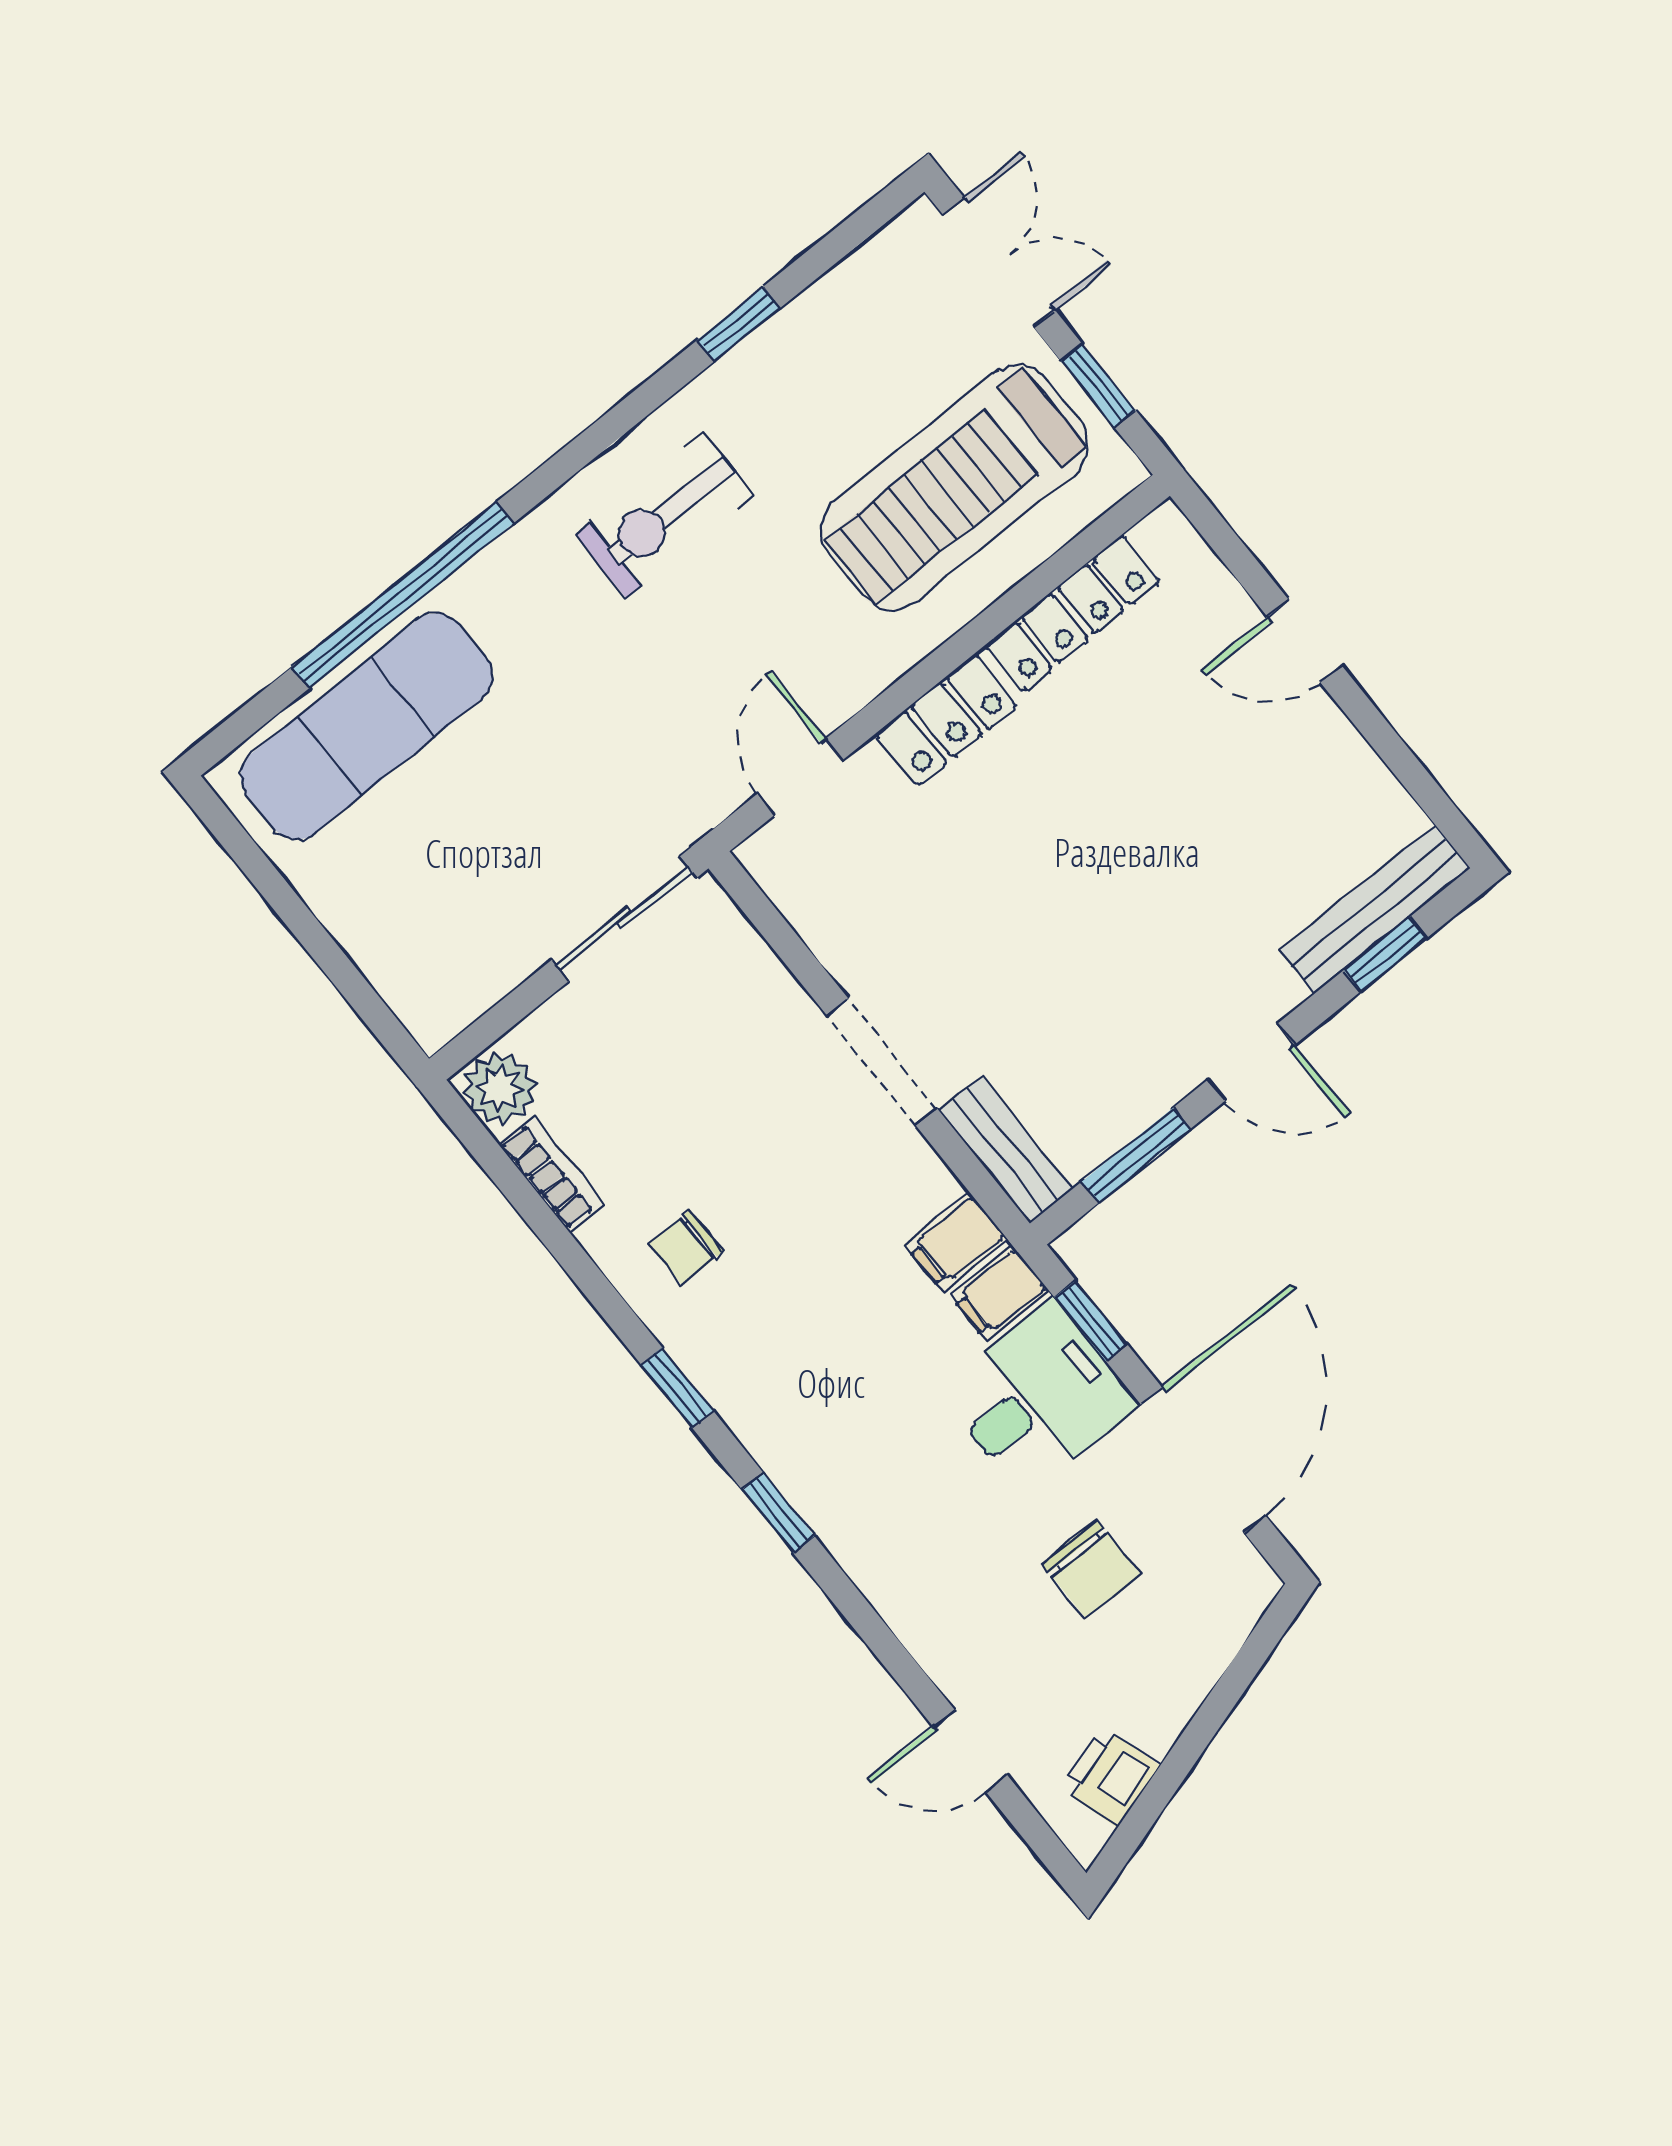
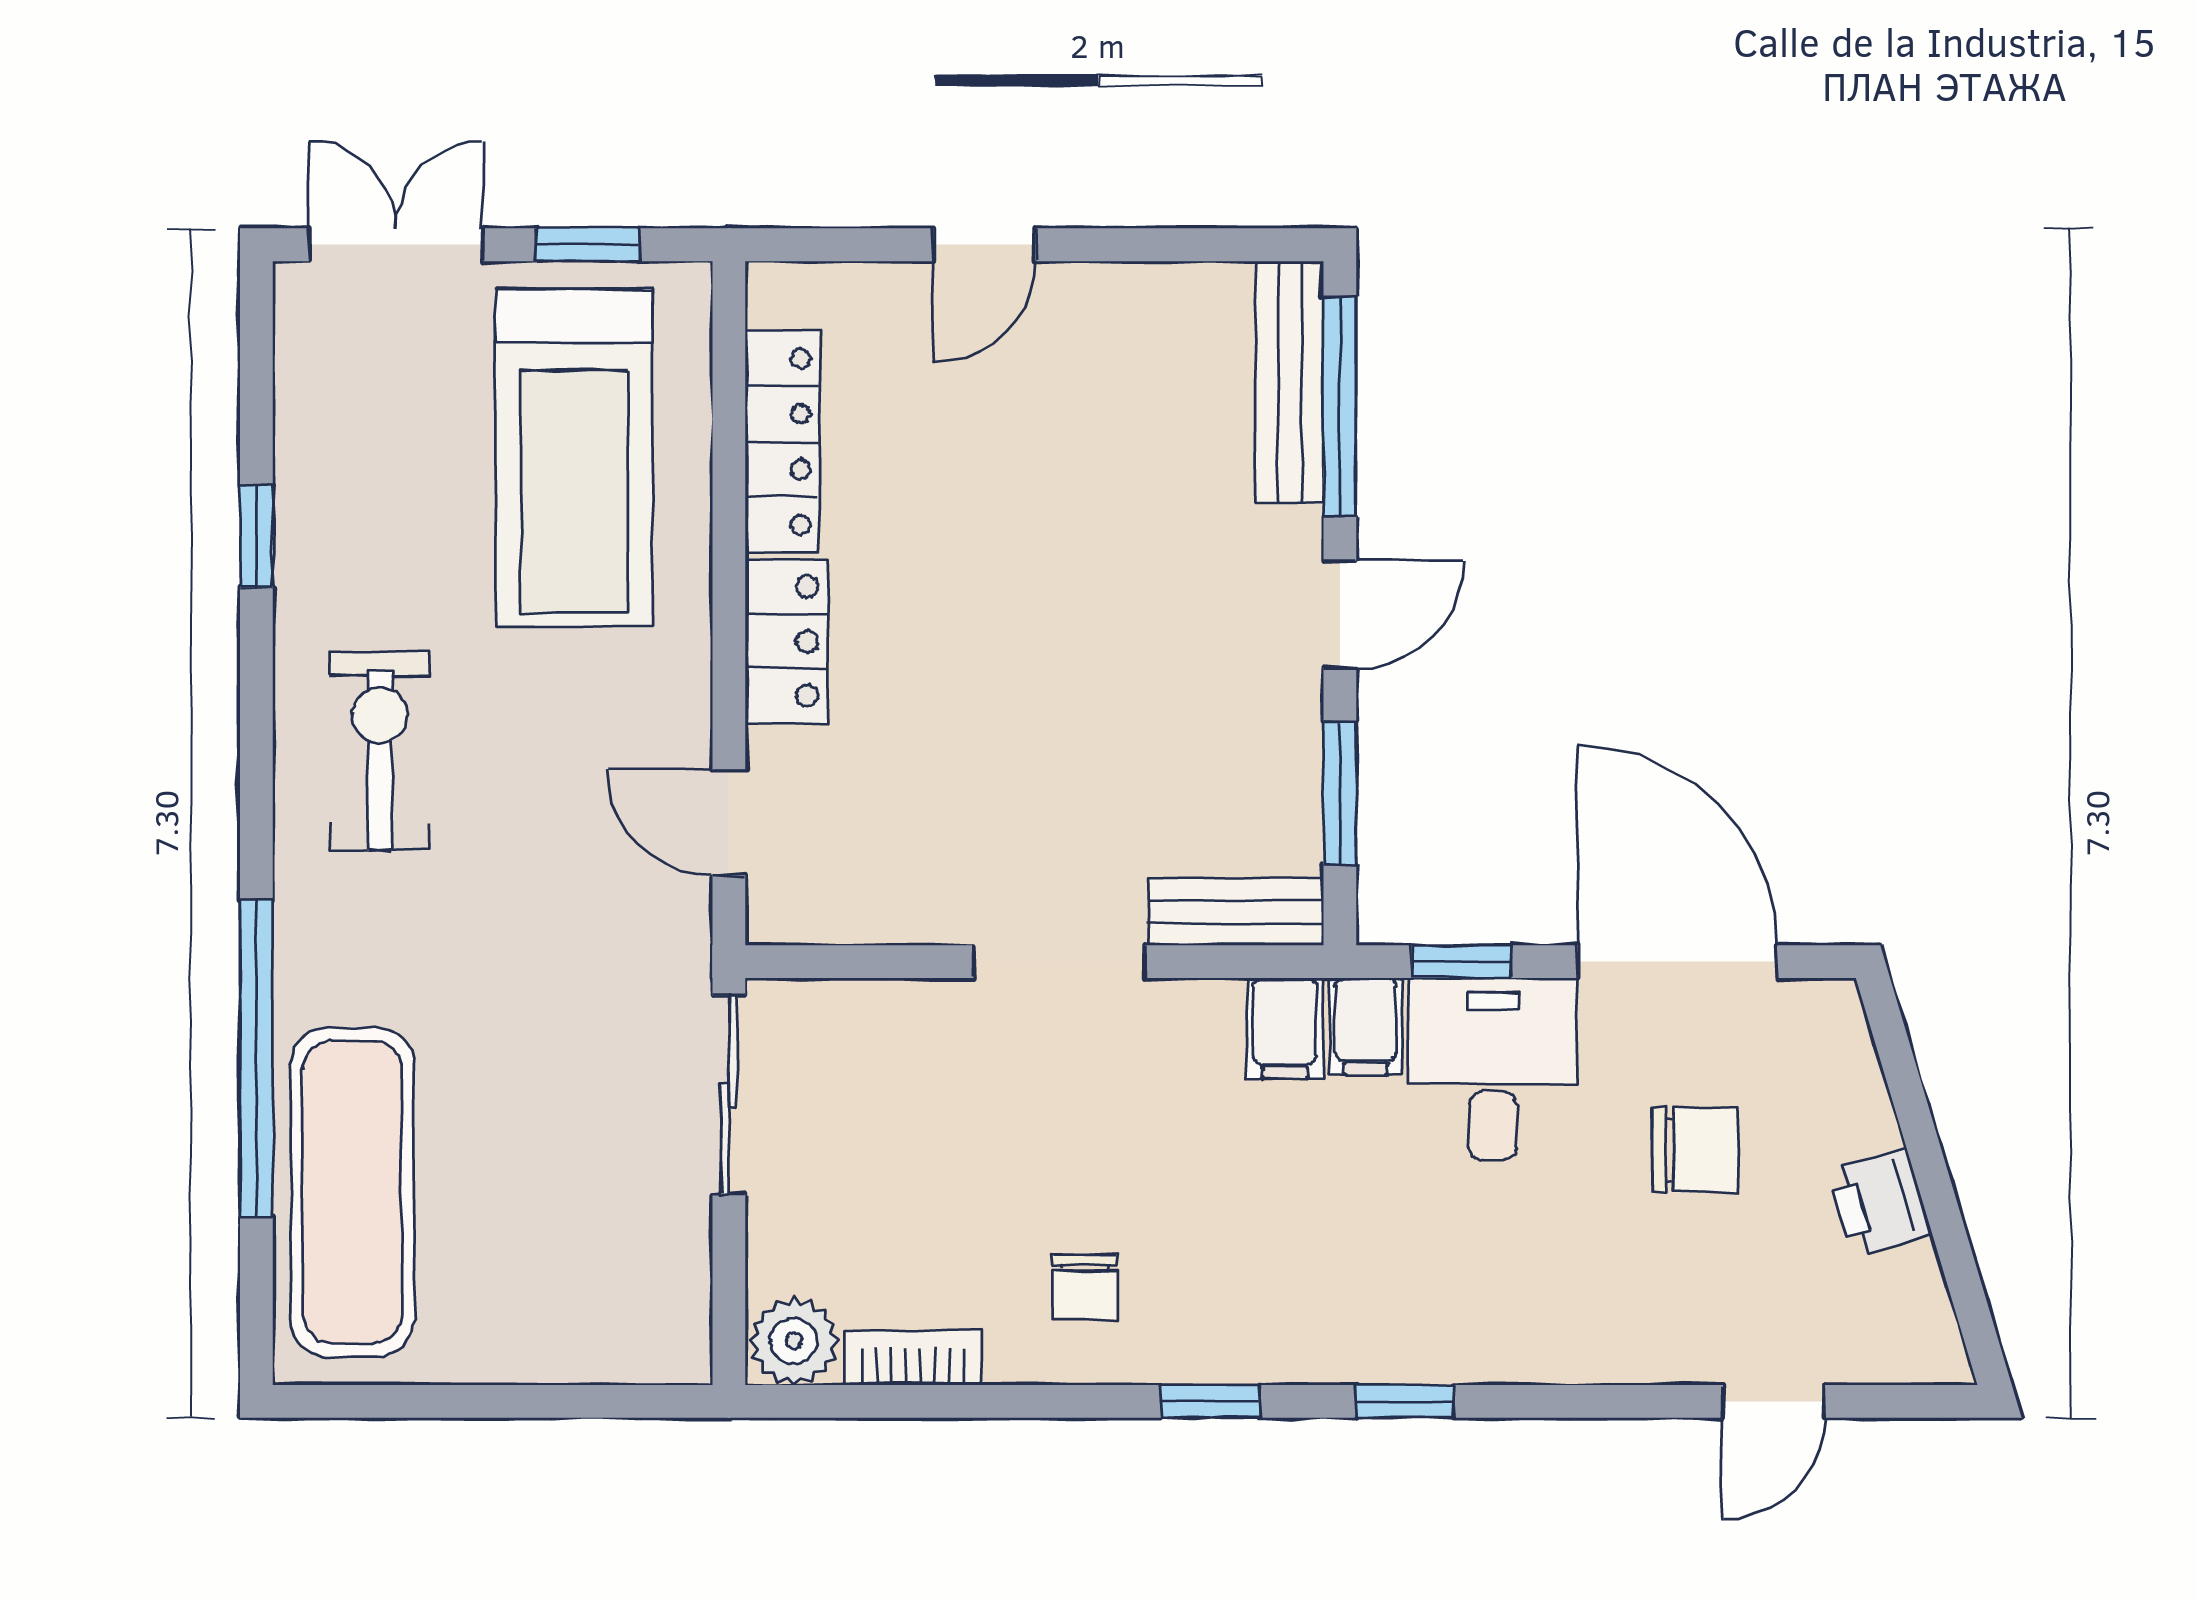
exercise bike: (665, 515) -> (380, 751), turned 180
window: (1385, 954) -> (1340, 407), width x2.17
printer: (1111, 1777) -> (1880, 1202), moved

